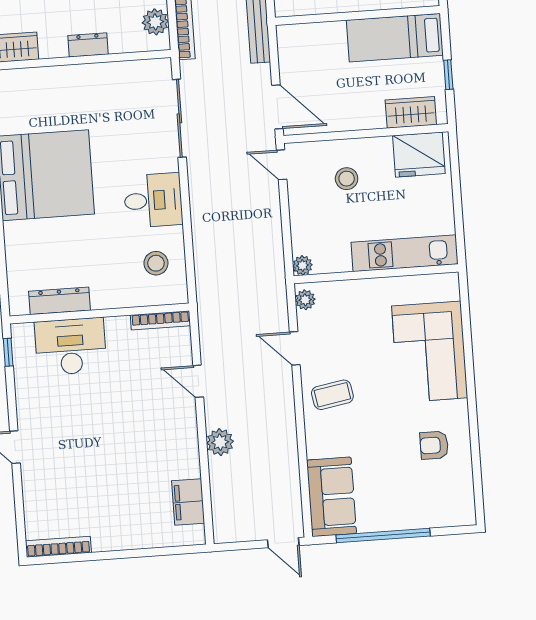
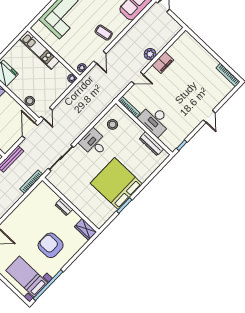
plant: (155, 22) -> (38, 193), removed
stool: (347, 179) -> (30, 101), moved
desk: (71, 347) -> (155, 120), moved
door: (198, 381) -> (137, 78), hinge flipped
filing cabinet: (188, 502) -> (163, 63), moved

